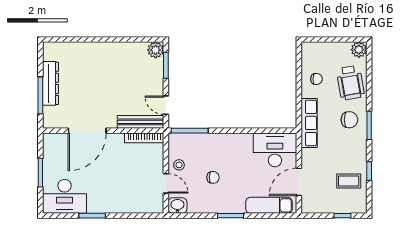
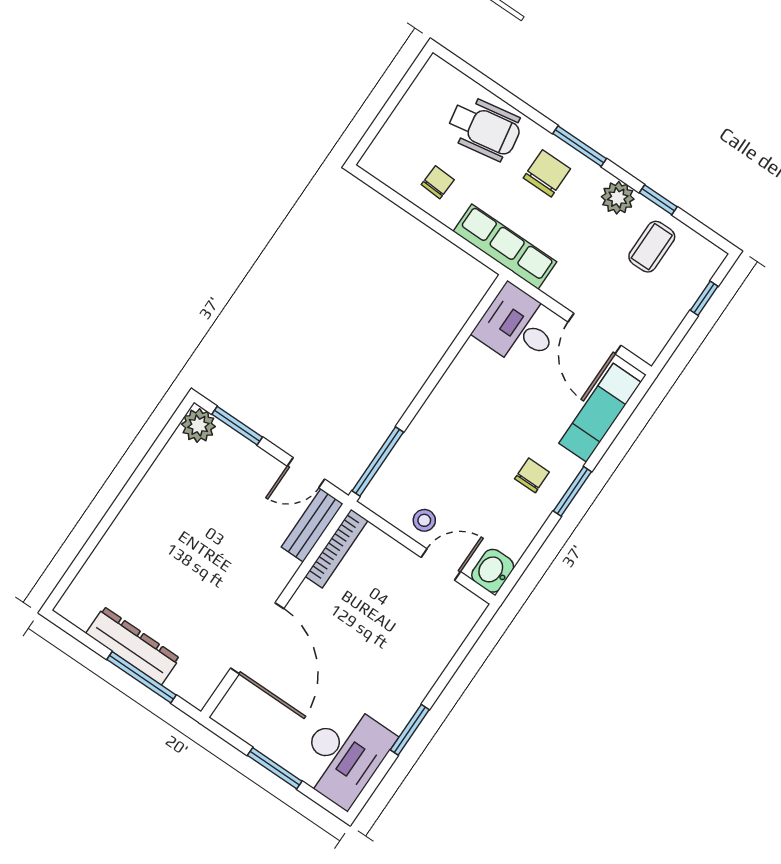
plant: (359, 50) -> (618, 198), moved
bench: (141, 122) -> (312, 525), width x0.73
desk: (275, 150) -> (518, 327), width x0.73
chair: (213, 177) -> (532, 475), moved

